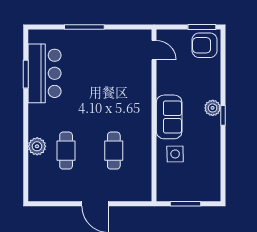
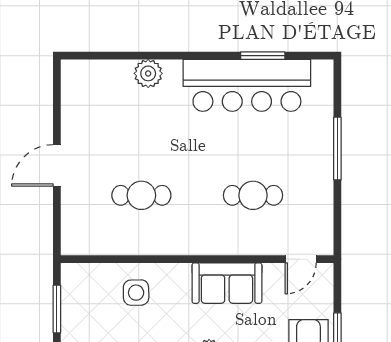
bar counter: (44, 73) -> (247, 85), width x1.36
sofa: (169, 117) -> (227, 283), moved
cafe table: (66, 151) -> (253, 195), moved

